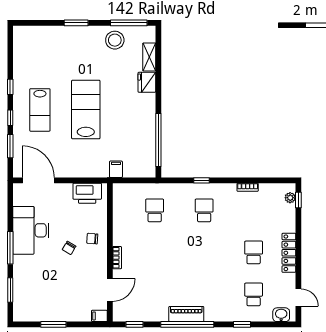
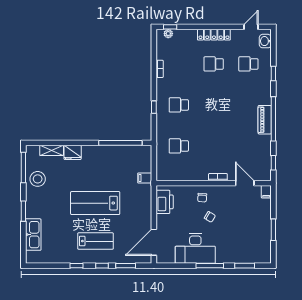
kitchen sink: (48, 35) -> (33, 235), added

